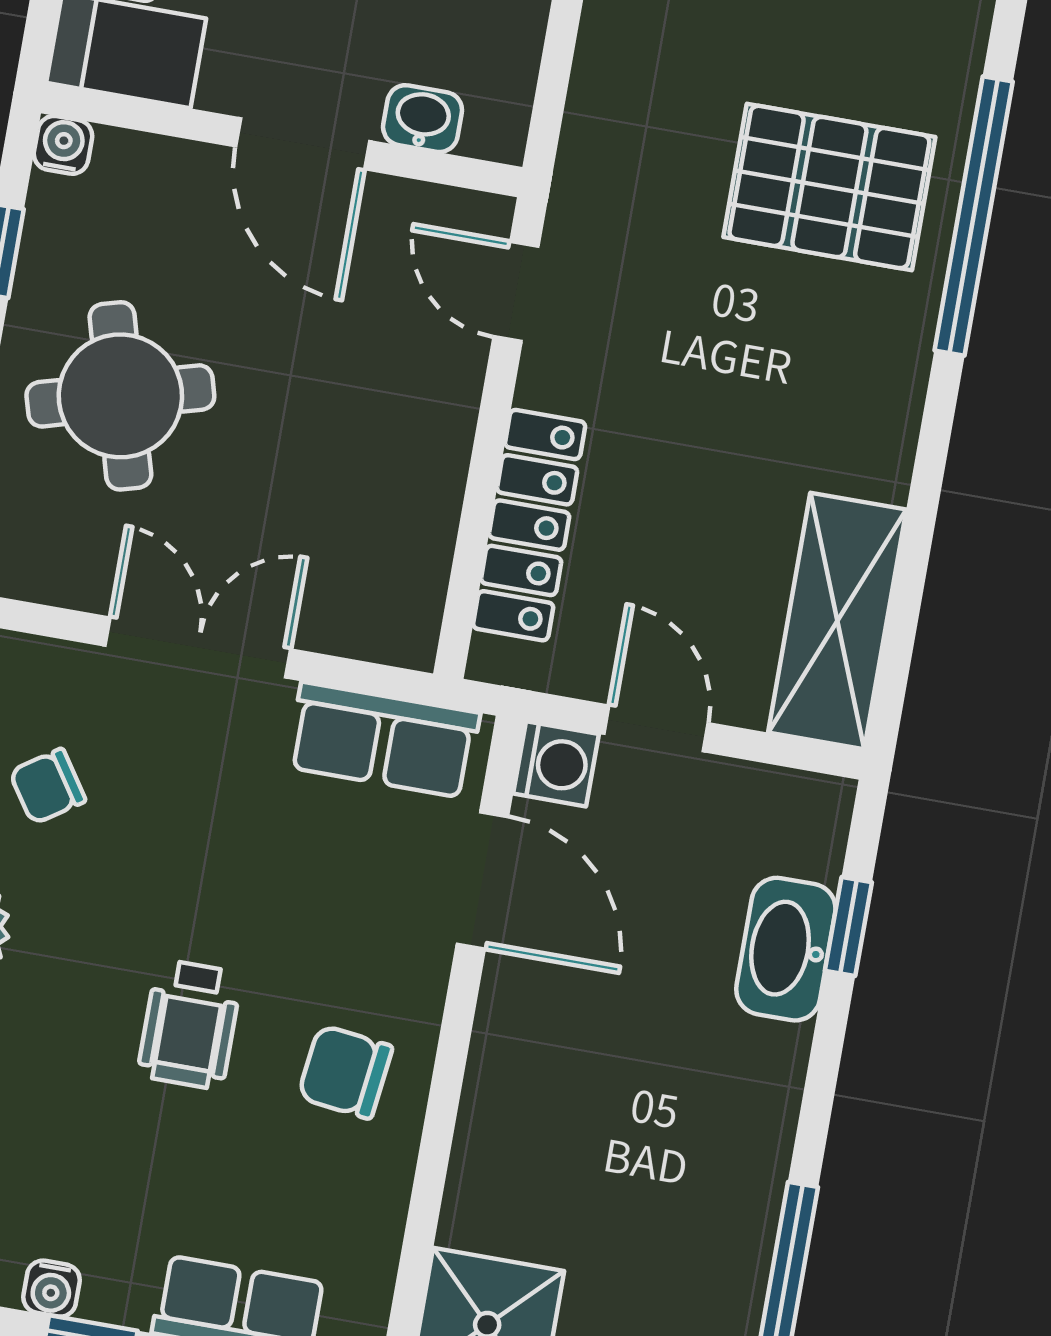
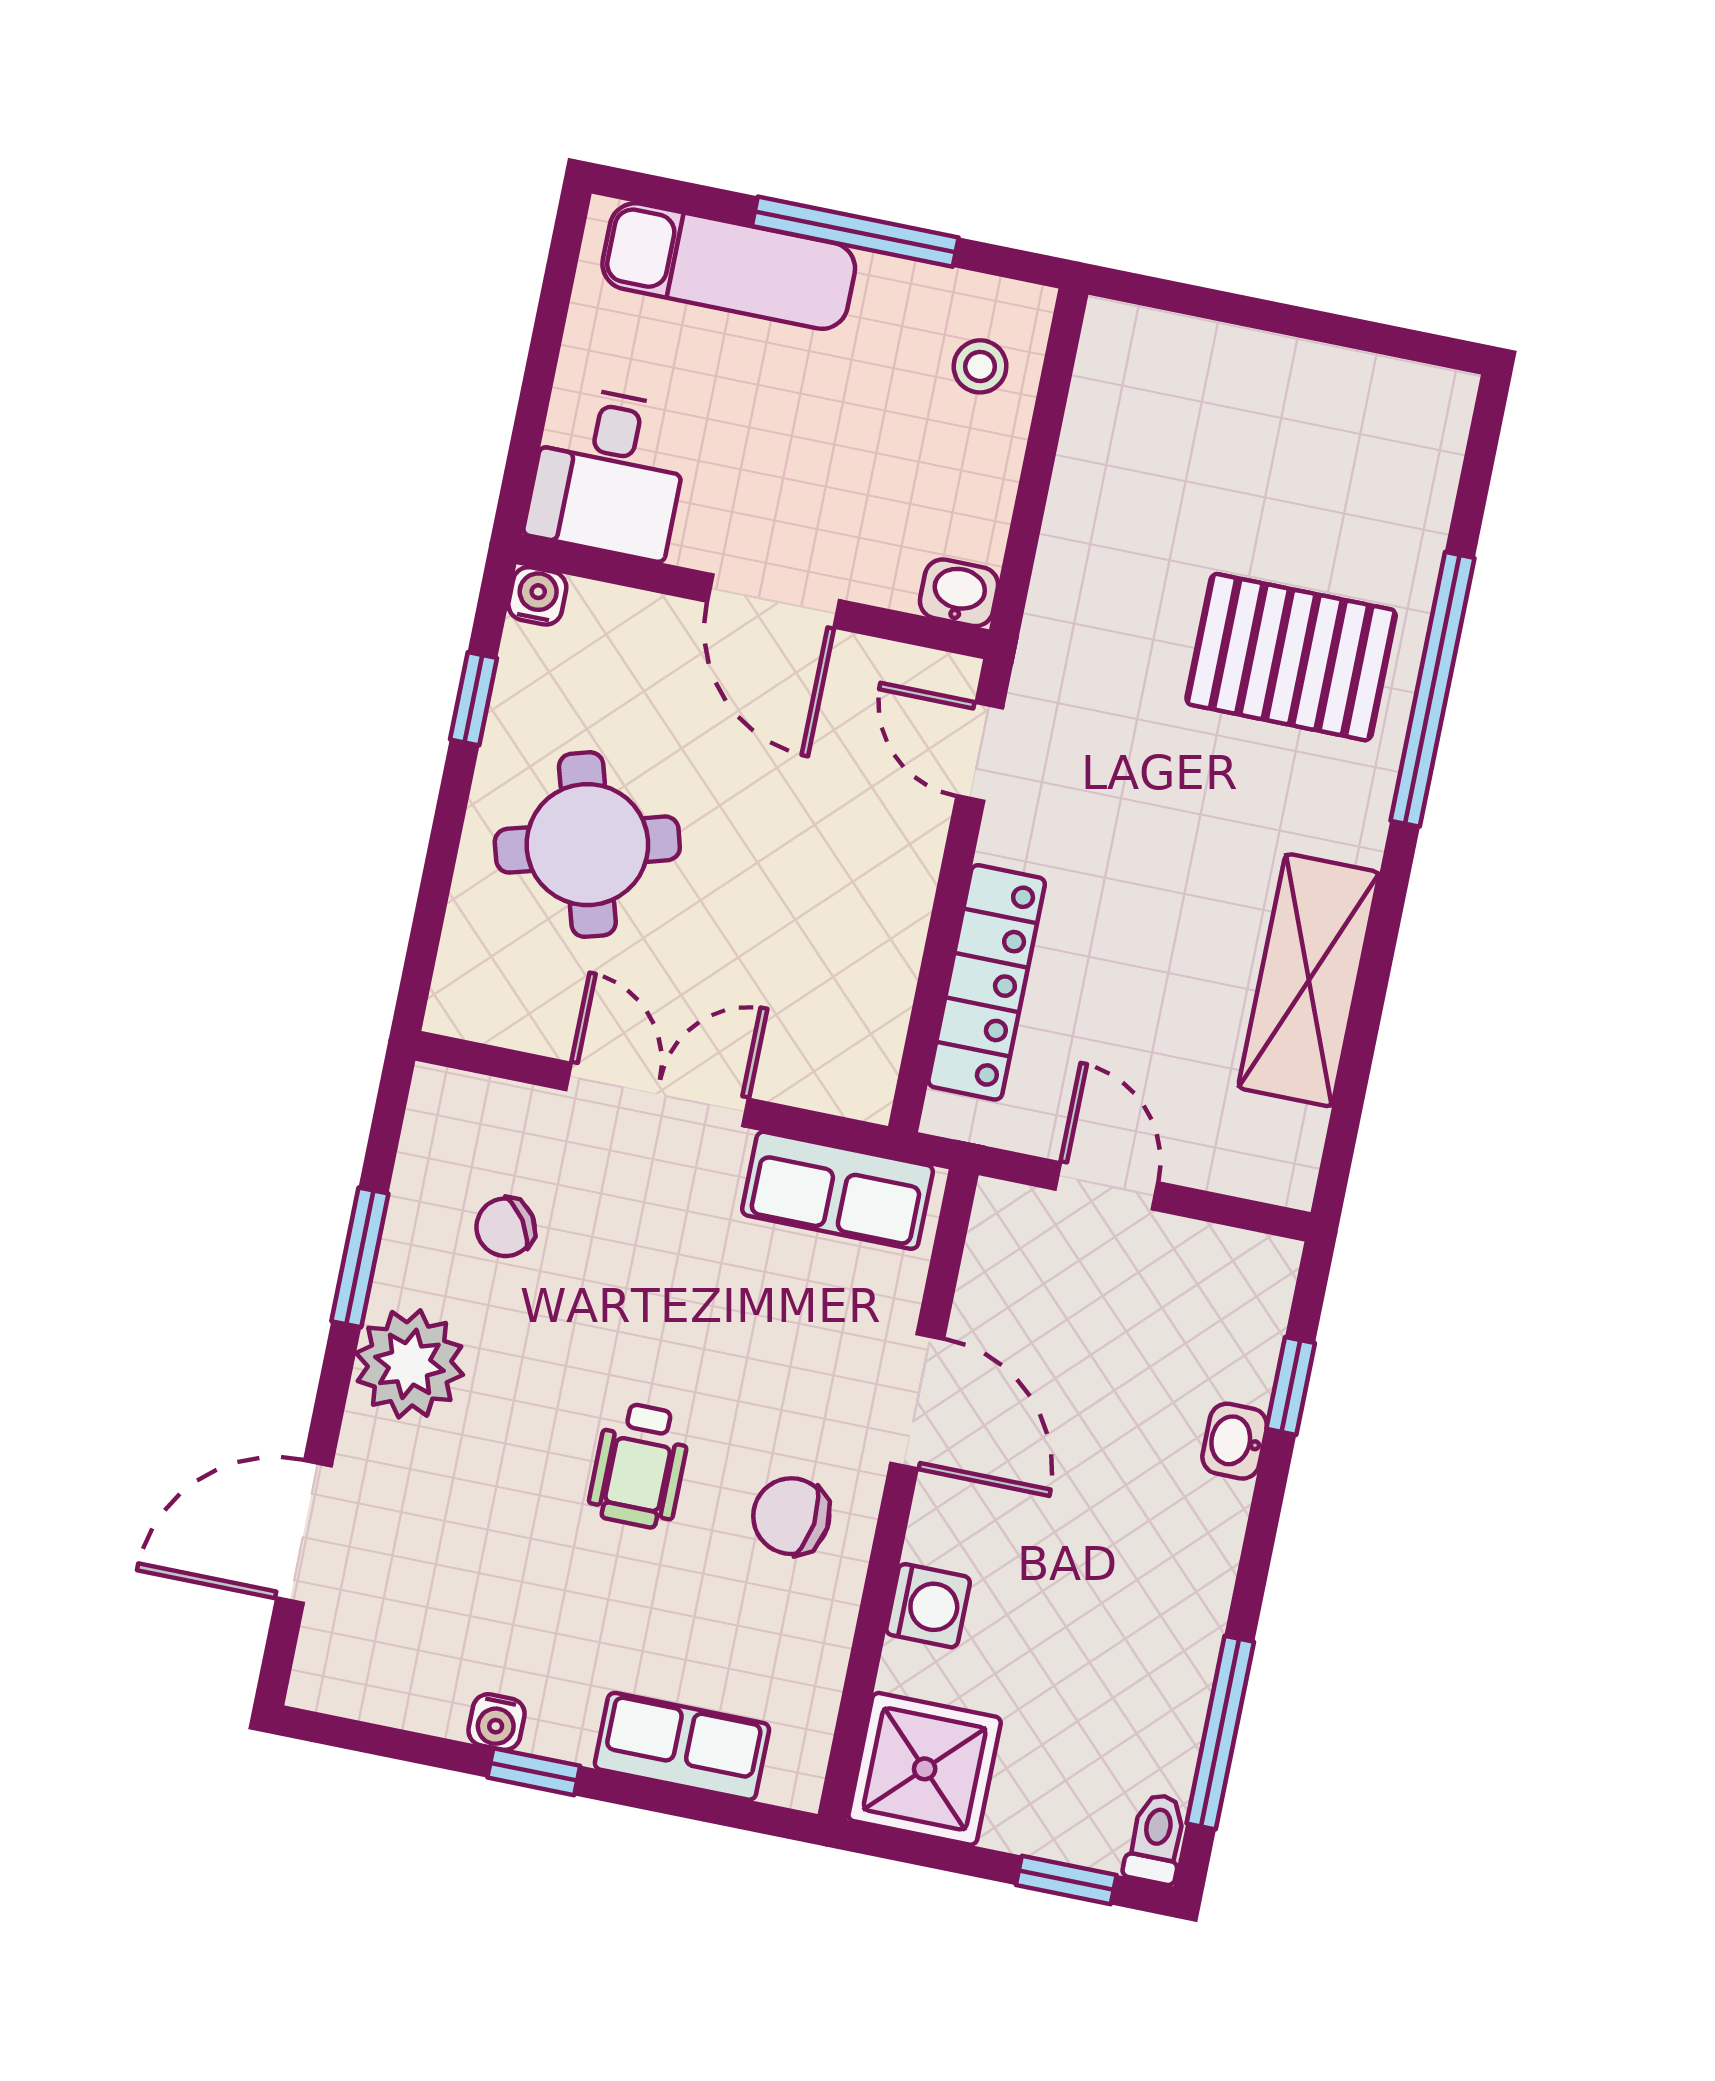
washbasin: (423, 119) -> (959, 593), moved
shelving: (837, 621) -> (1309, 980), moved
washing machine: (556, 764) -> (928, 1606), moved
door: (482, 880) -> (917, 1401), moved
washbasin: (786, 949) -> (1235, 1441), width x0.52, depth x0.69

